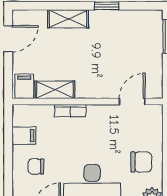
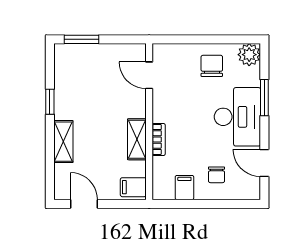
shelving: (55, 90) -> (137, 139), moved

